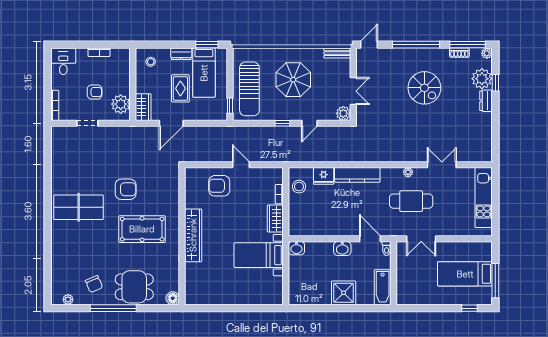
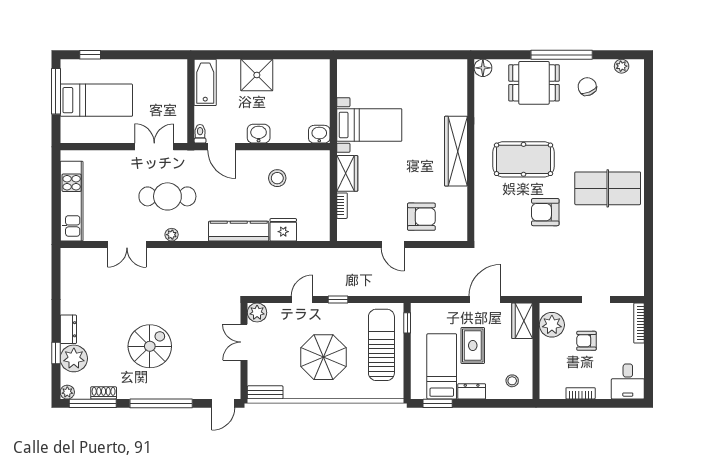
spiral stairs: (424, 88) -> (150, 346), turned 90
stool: (299, 187) -> (277, 178), moved

